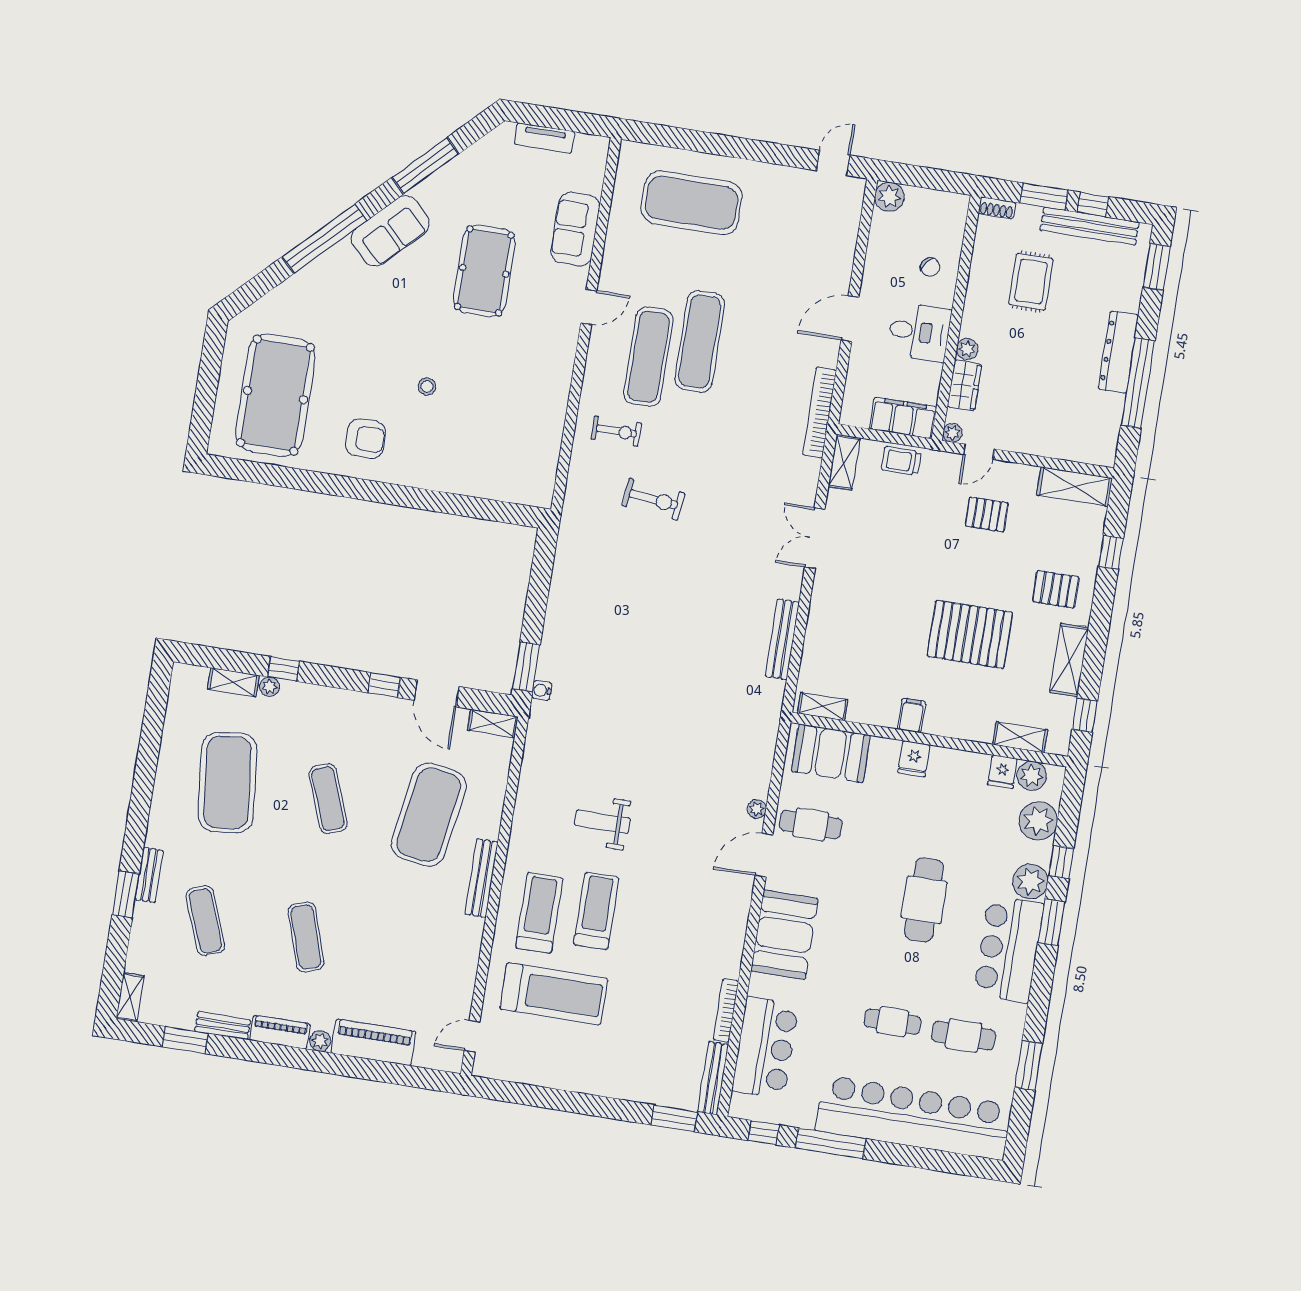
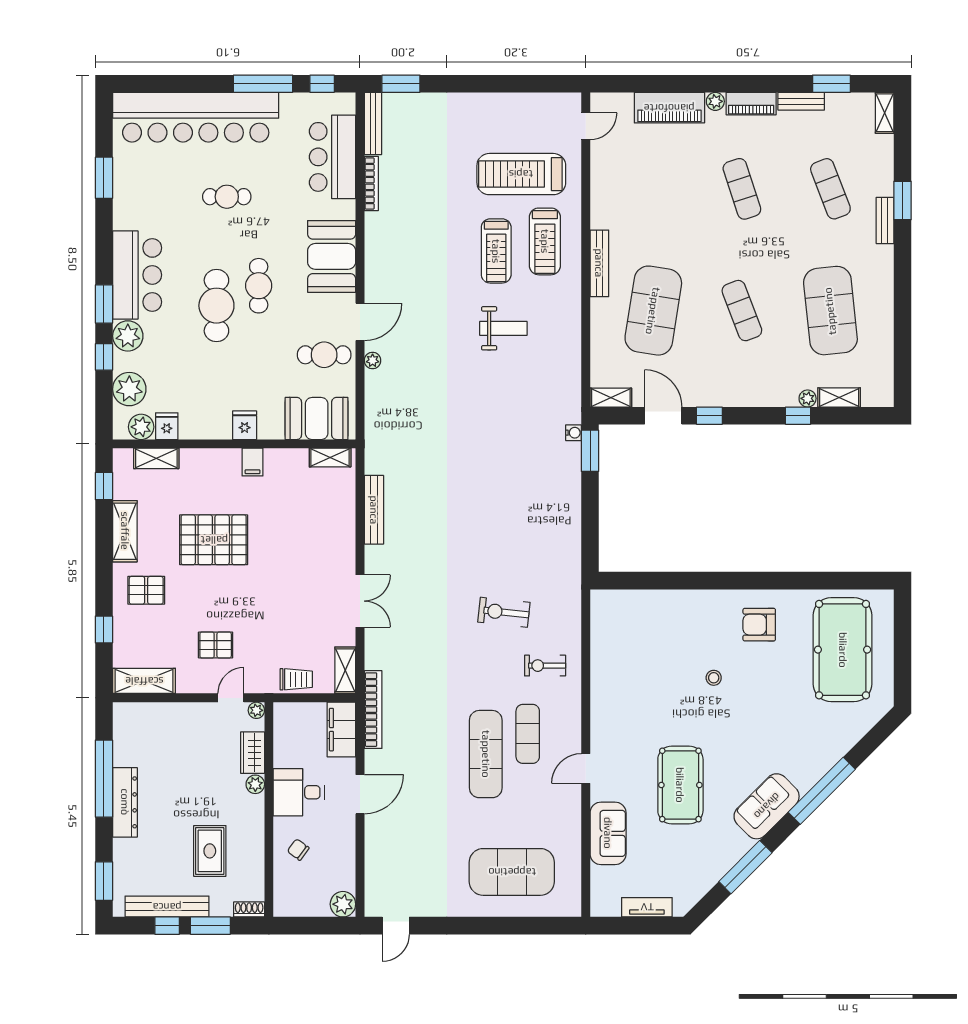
exercise mat: (648, 357) -> (528, 734), width x0.73, depth x0.69
filing cabinet: (903, 418) -> (341, 730), moved, turned 90
cafe table: (964, 1036) -> (259, 286), moved, turned 90

